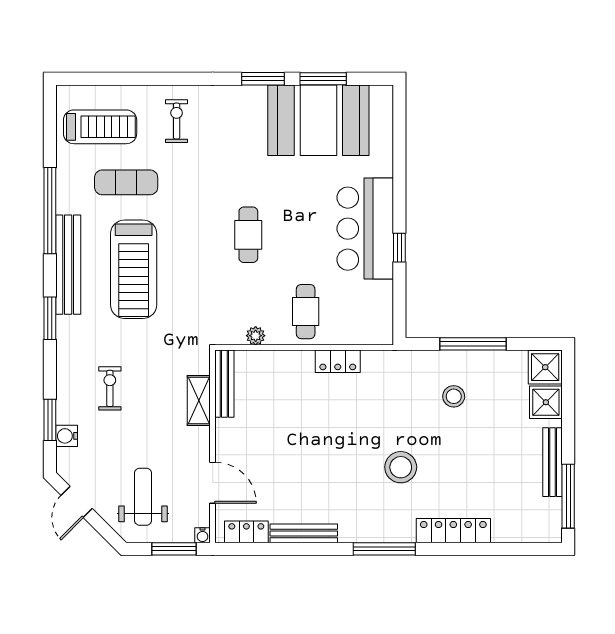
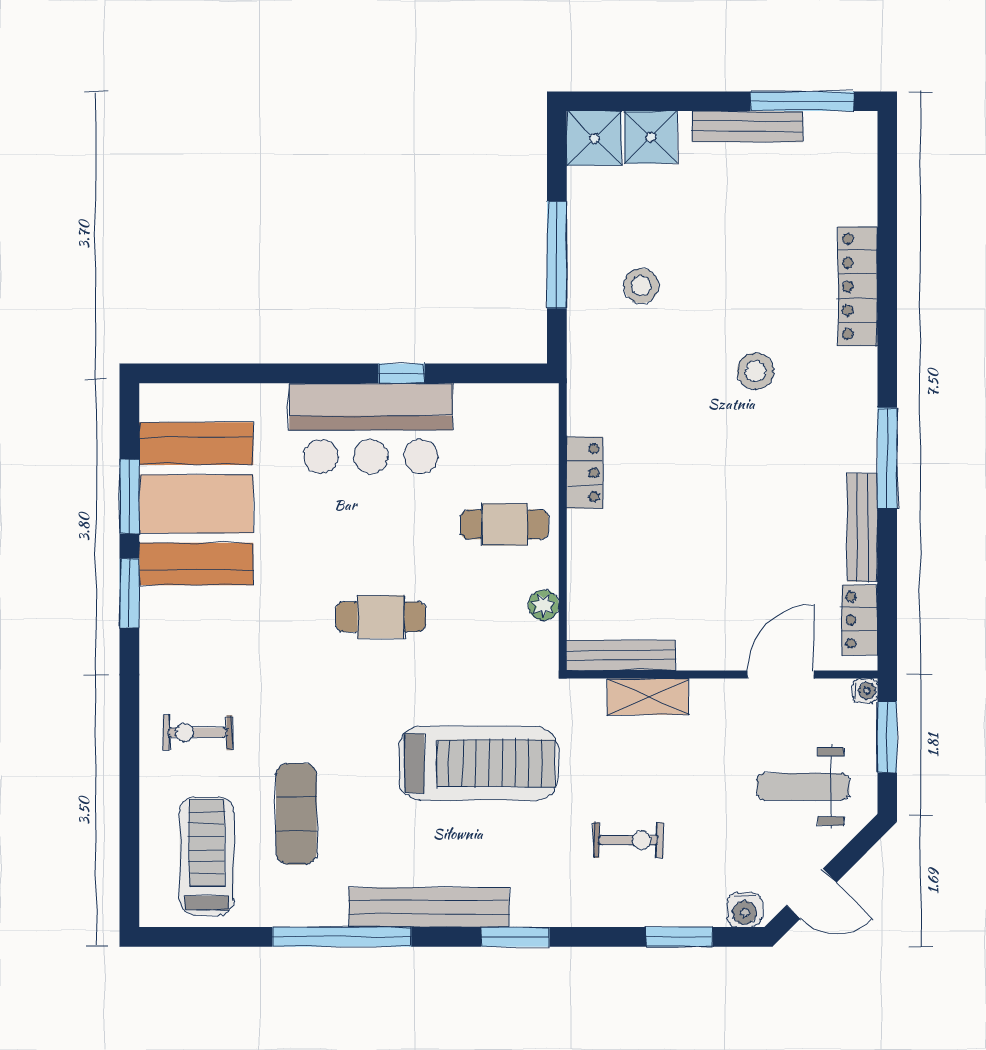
treadmill: (134, 269) -> (478, 763), moved
exercise bike: (110, 388) -> (628, 840), turned 180
water cooler: (67, 436) -> (745, 910), moved
stool: (401, 467) -> (756, 371), width x0.73, depth x0.73
window: (384, 549) -> (887, 458), moved

